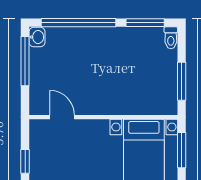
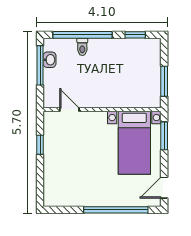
window: (145, 23) -> (135, 35), width x0.67
washbasin: (37, 37) -> (50, 60), moved
toilet: (171, 38) -> (82, 47), moved

